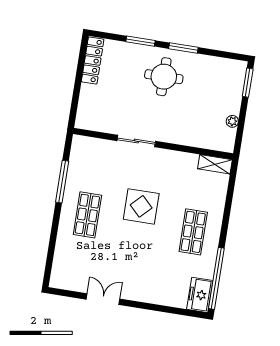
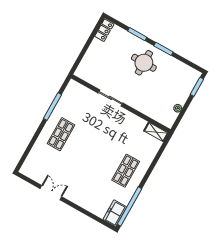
locker: (93, 61) -> (104, 30), width x0.66
display table: (141, 206) -> (98, 142), removed

